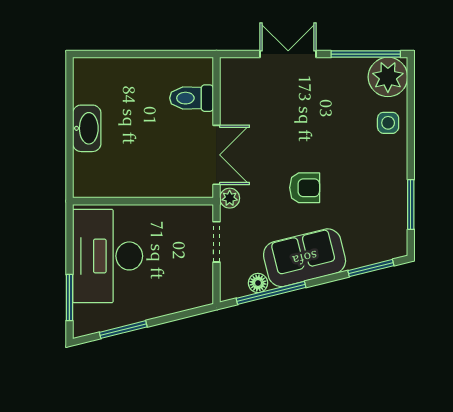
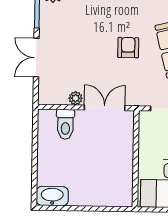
washbasin: (87, 128) -> (52, 196), moved
plant: (230, 198) -> (76, 98), moved

